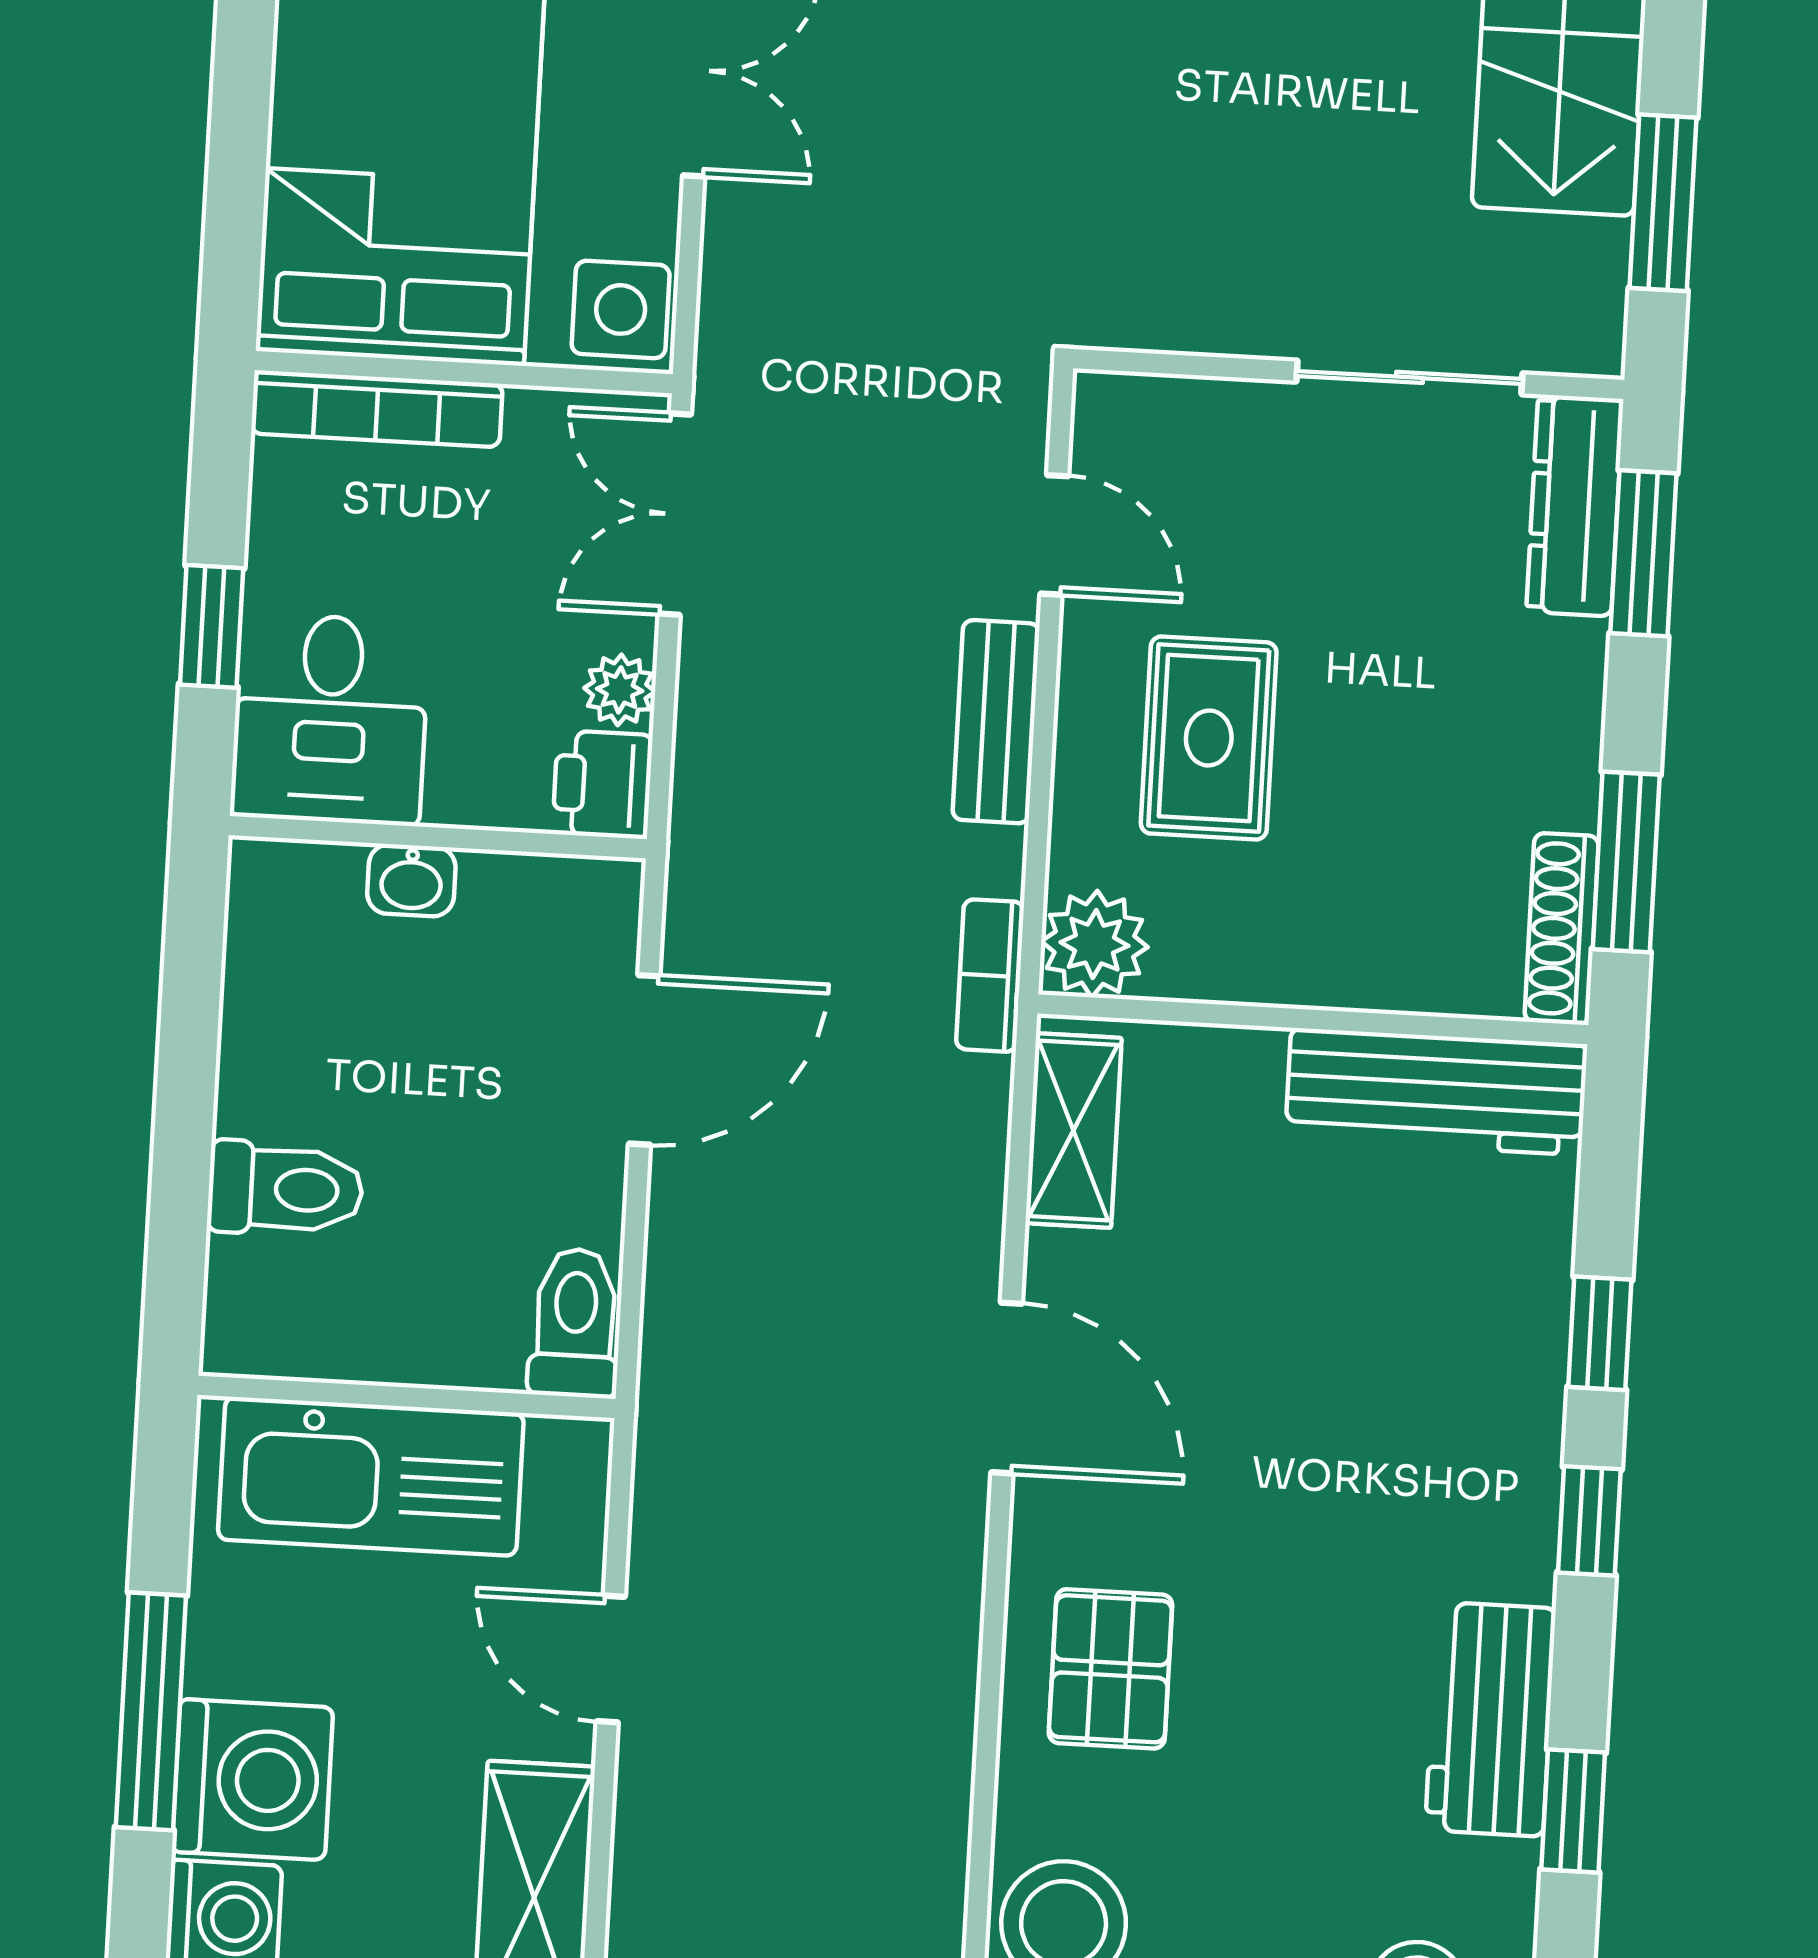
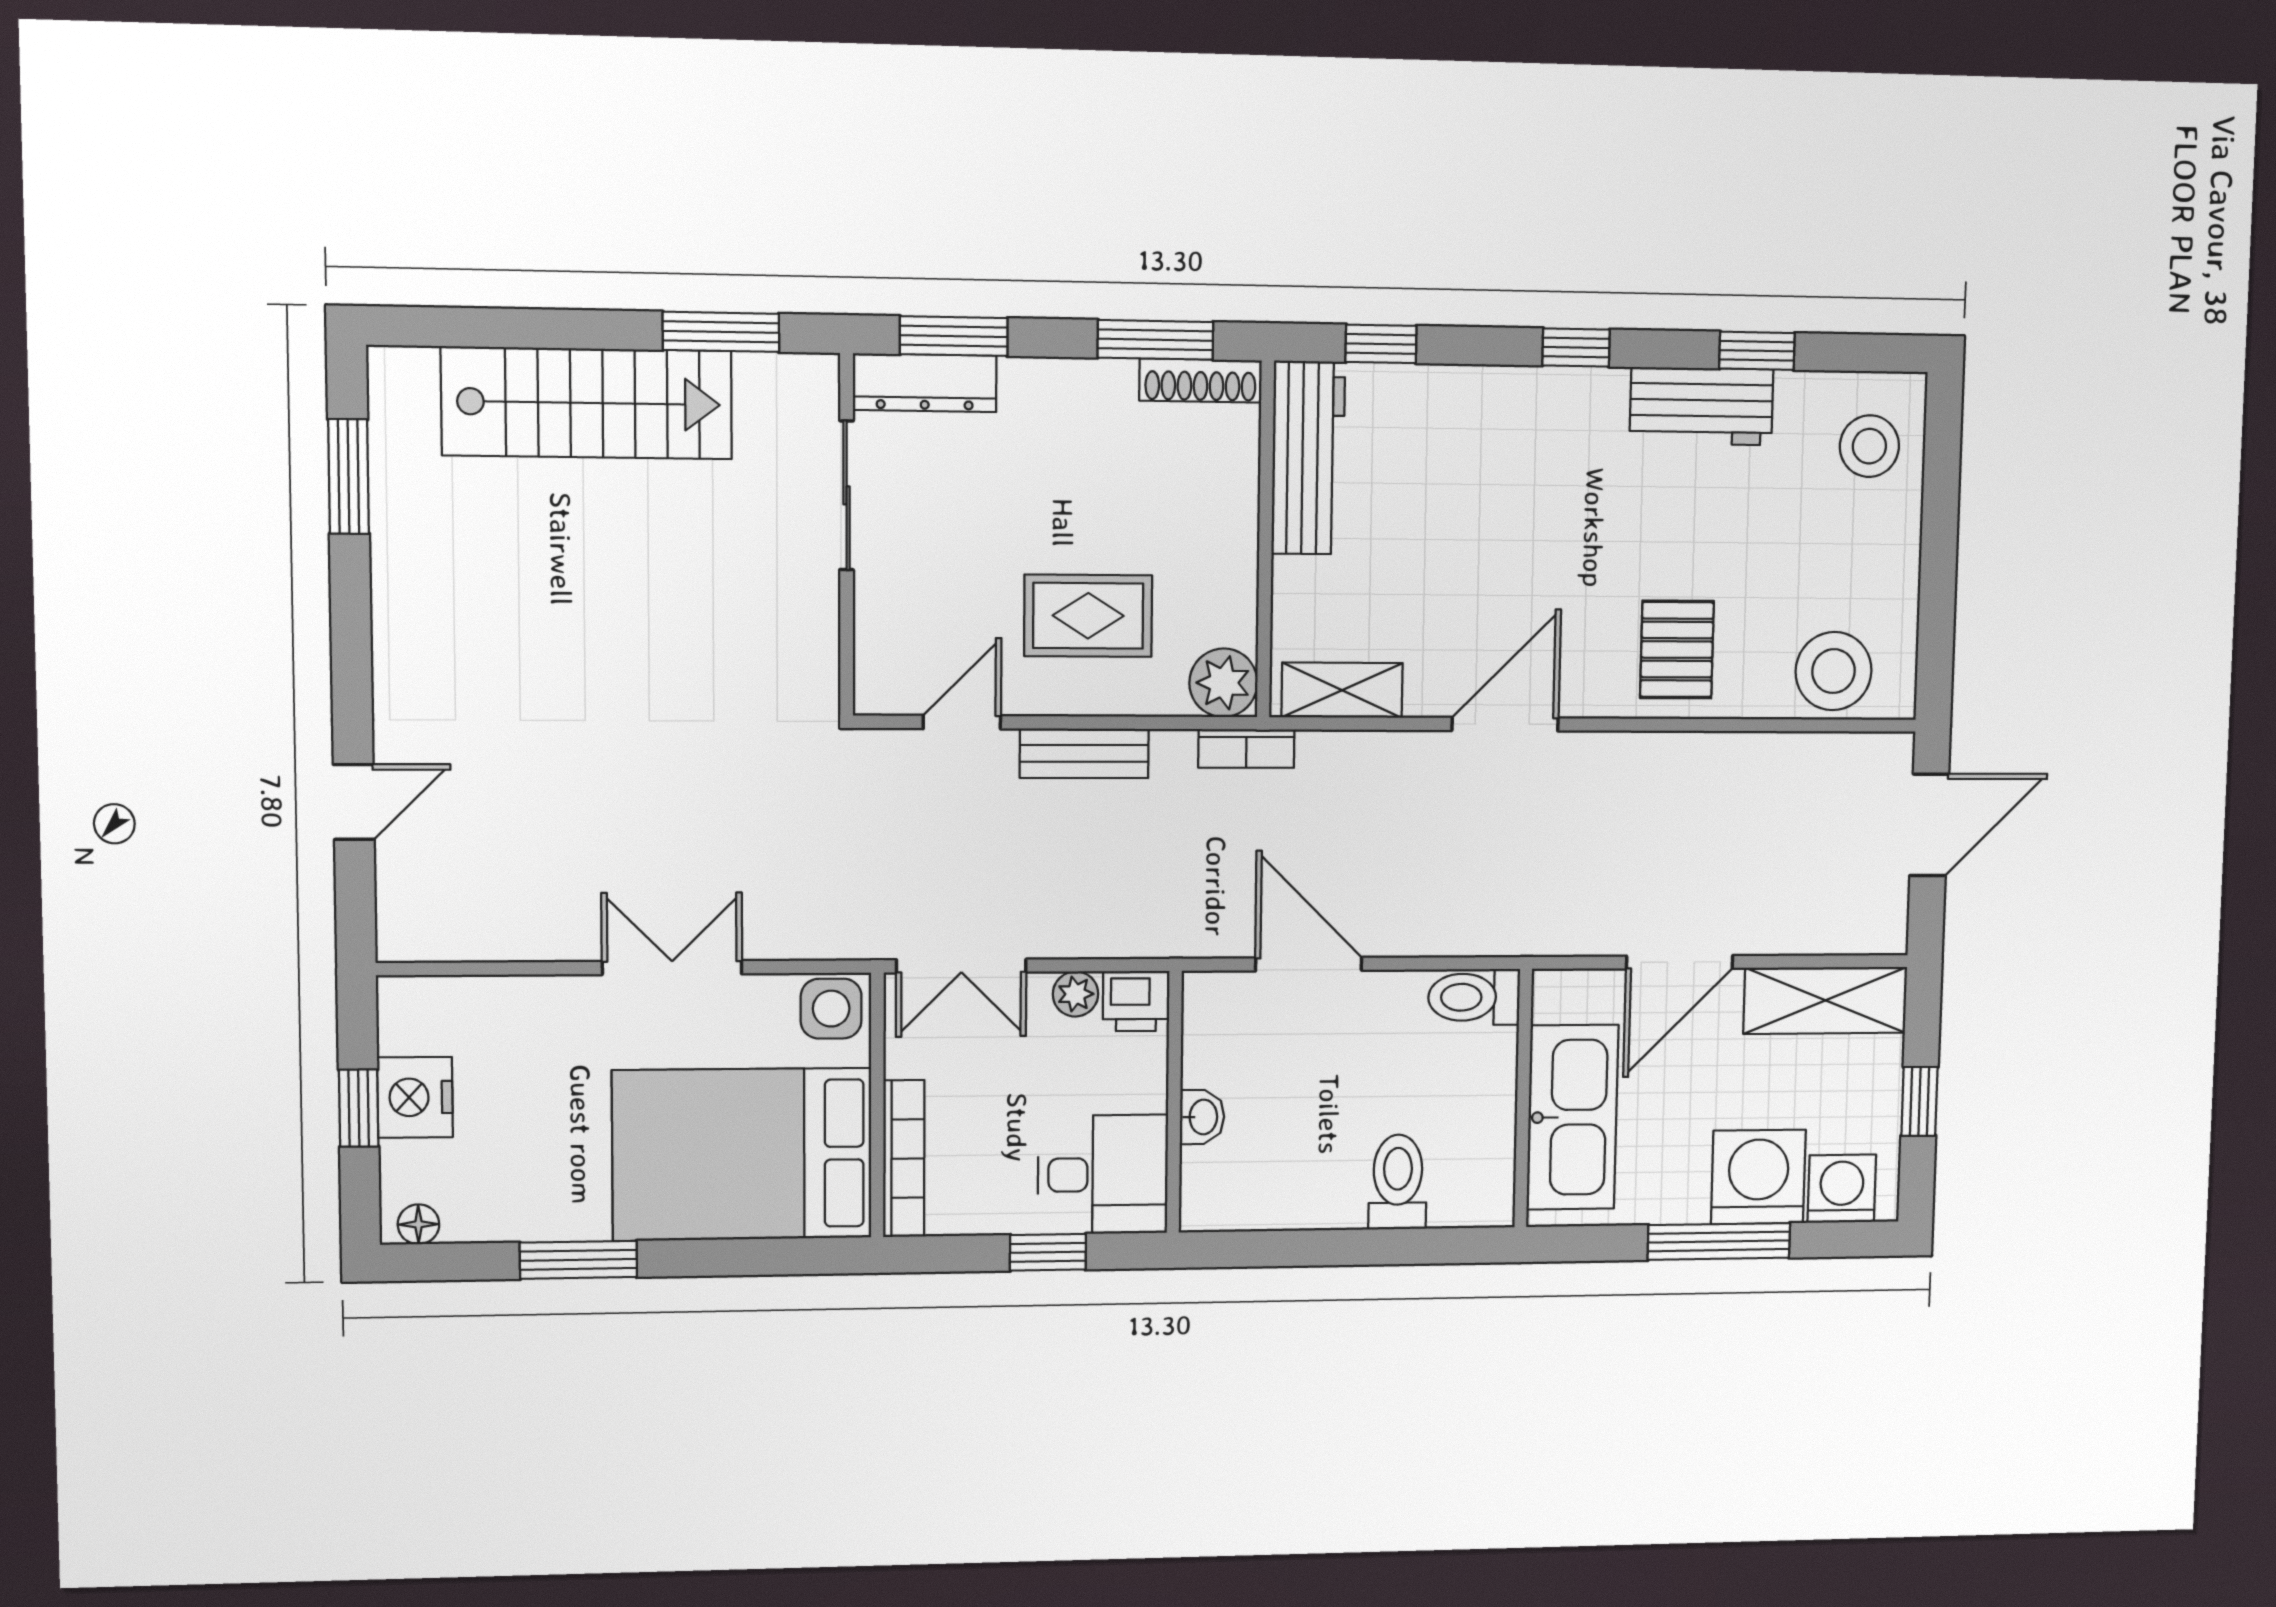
window: (1600, 1333) -> (1381, 344), moved
door: (611, 1659) -> (1680, 962), width x1.38
pallet: (1110, 1669) -> (1677, 650), turned 90

